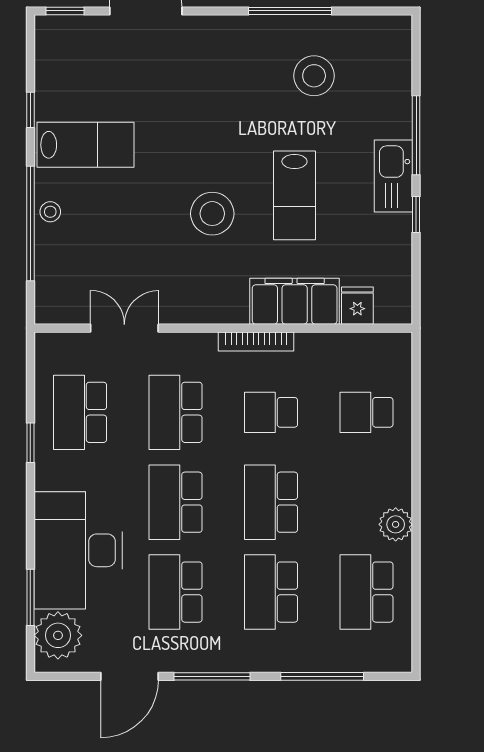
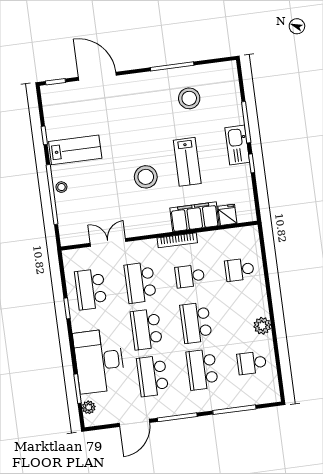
school desk: (366, 592) -> (252, 363), width x0.54
plant: (58, 635) -> (89, 407), width x0.53, depth x0.53

